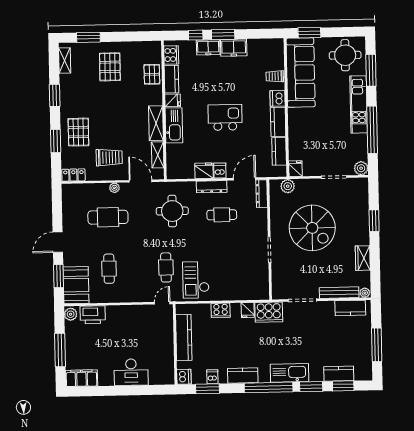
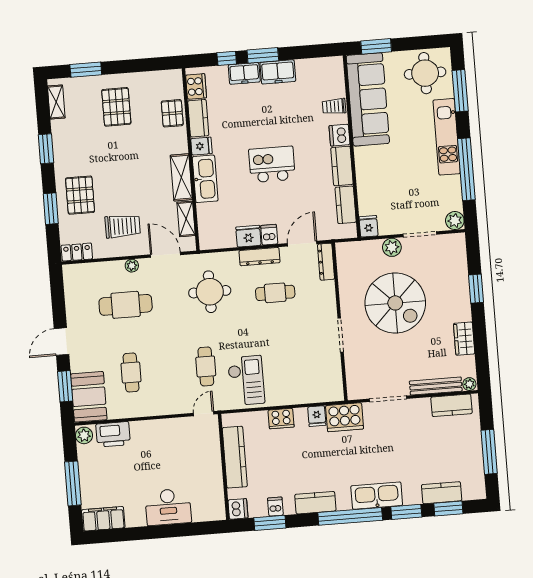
plant: (288, 186) -> (392, 247), moved
checkout: (196, 280) -> (246, 380), turned 180

